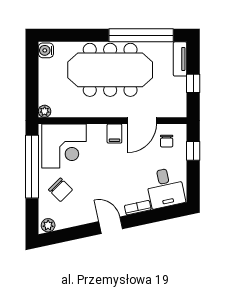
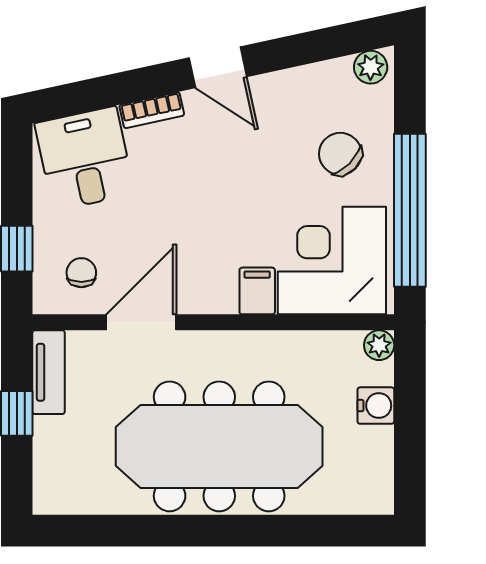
window: (141, 35) -> (143, 531), removed
water cooler: (46, 50) -> (376, 406), moved
tv unit: (180, 59) -> (49, 372), moved
filing cabinet: (114, 134) -> (257, 291), moved

